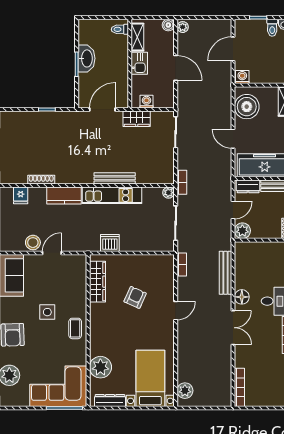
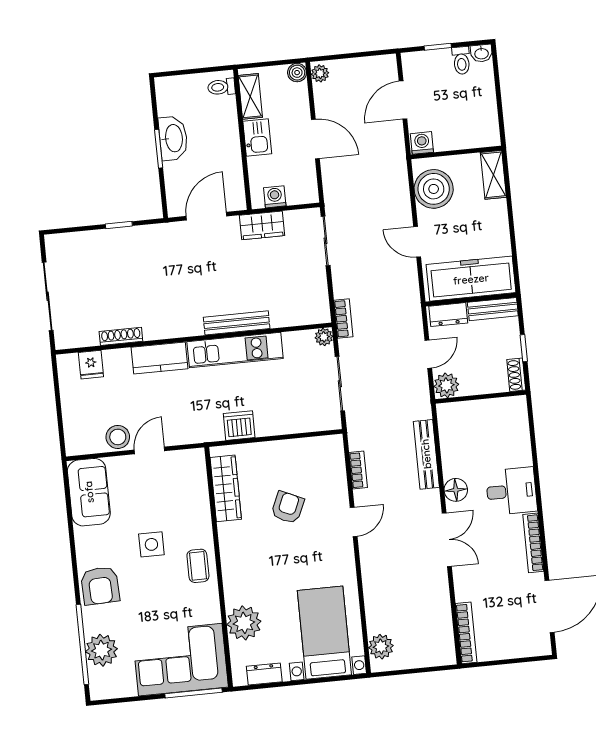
bookcase: (182, 264) -> (358, 470), moved
dresser: (110, 401) -> (264, 674), width x0.70

